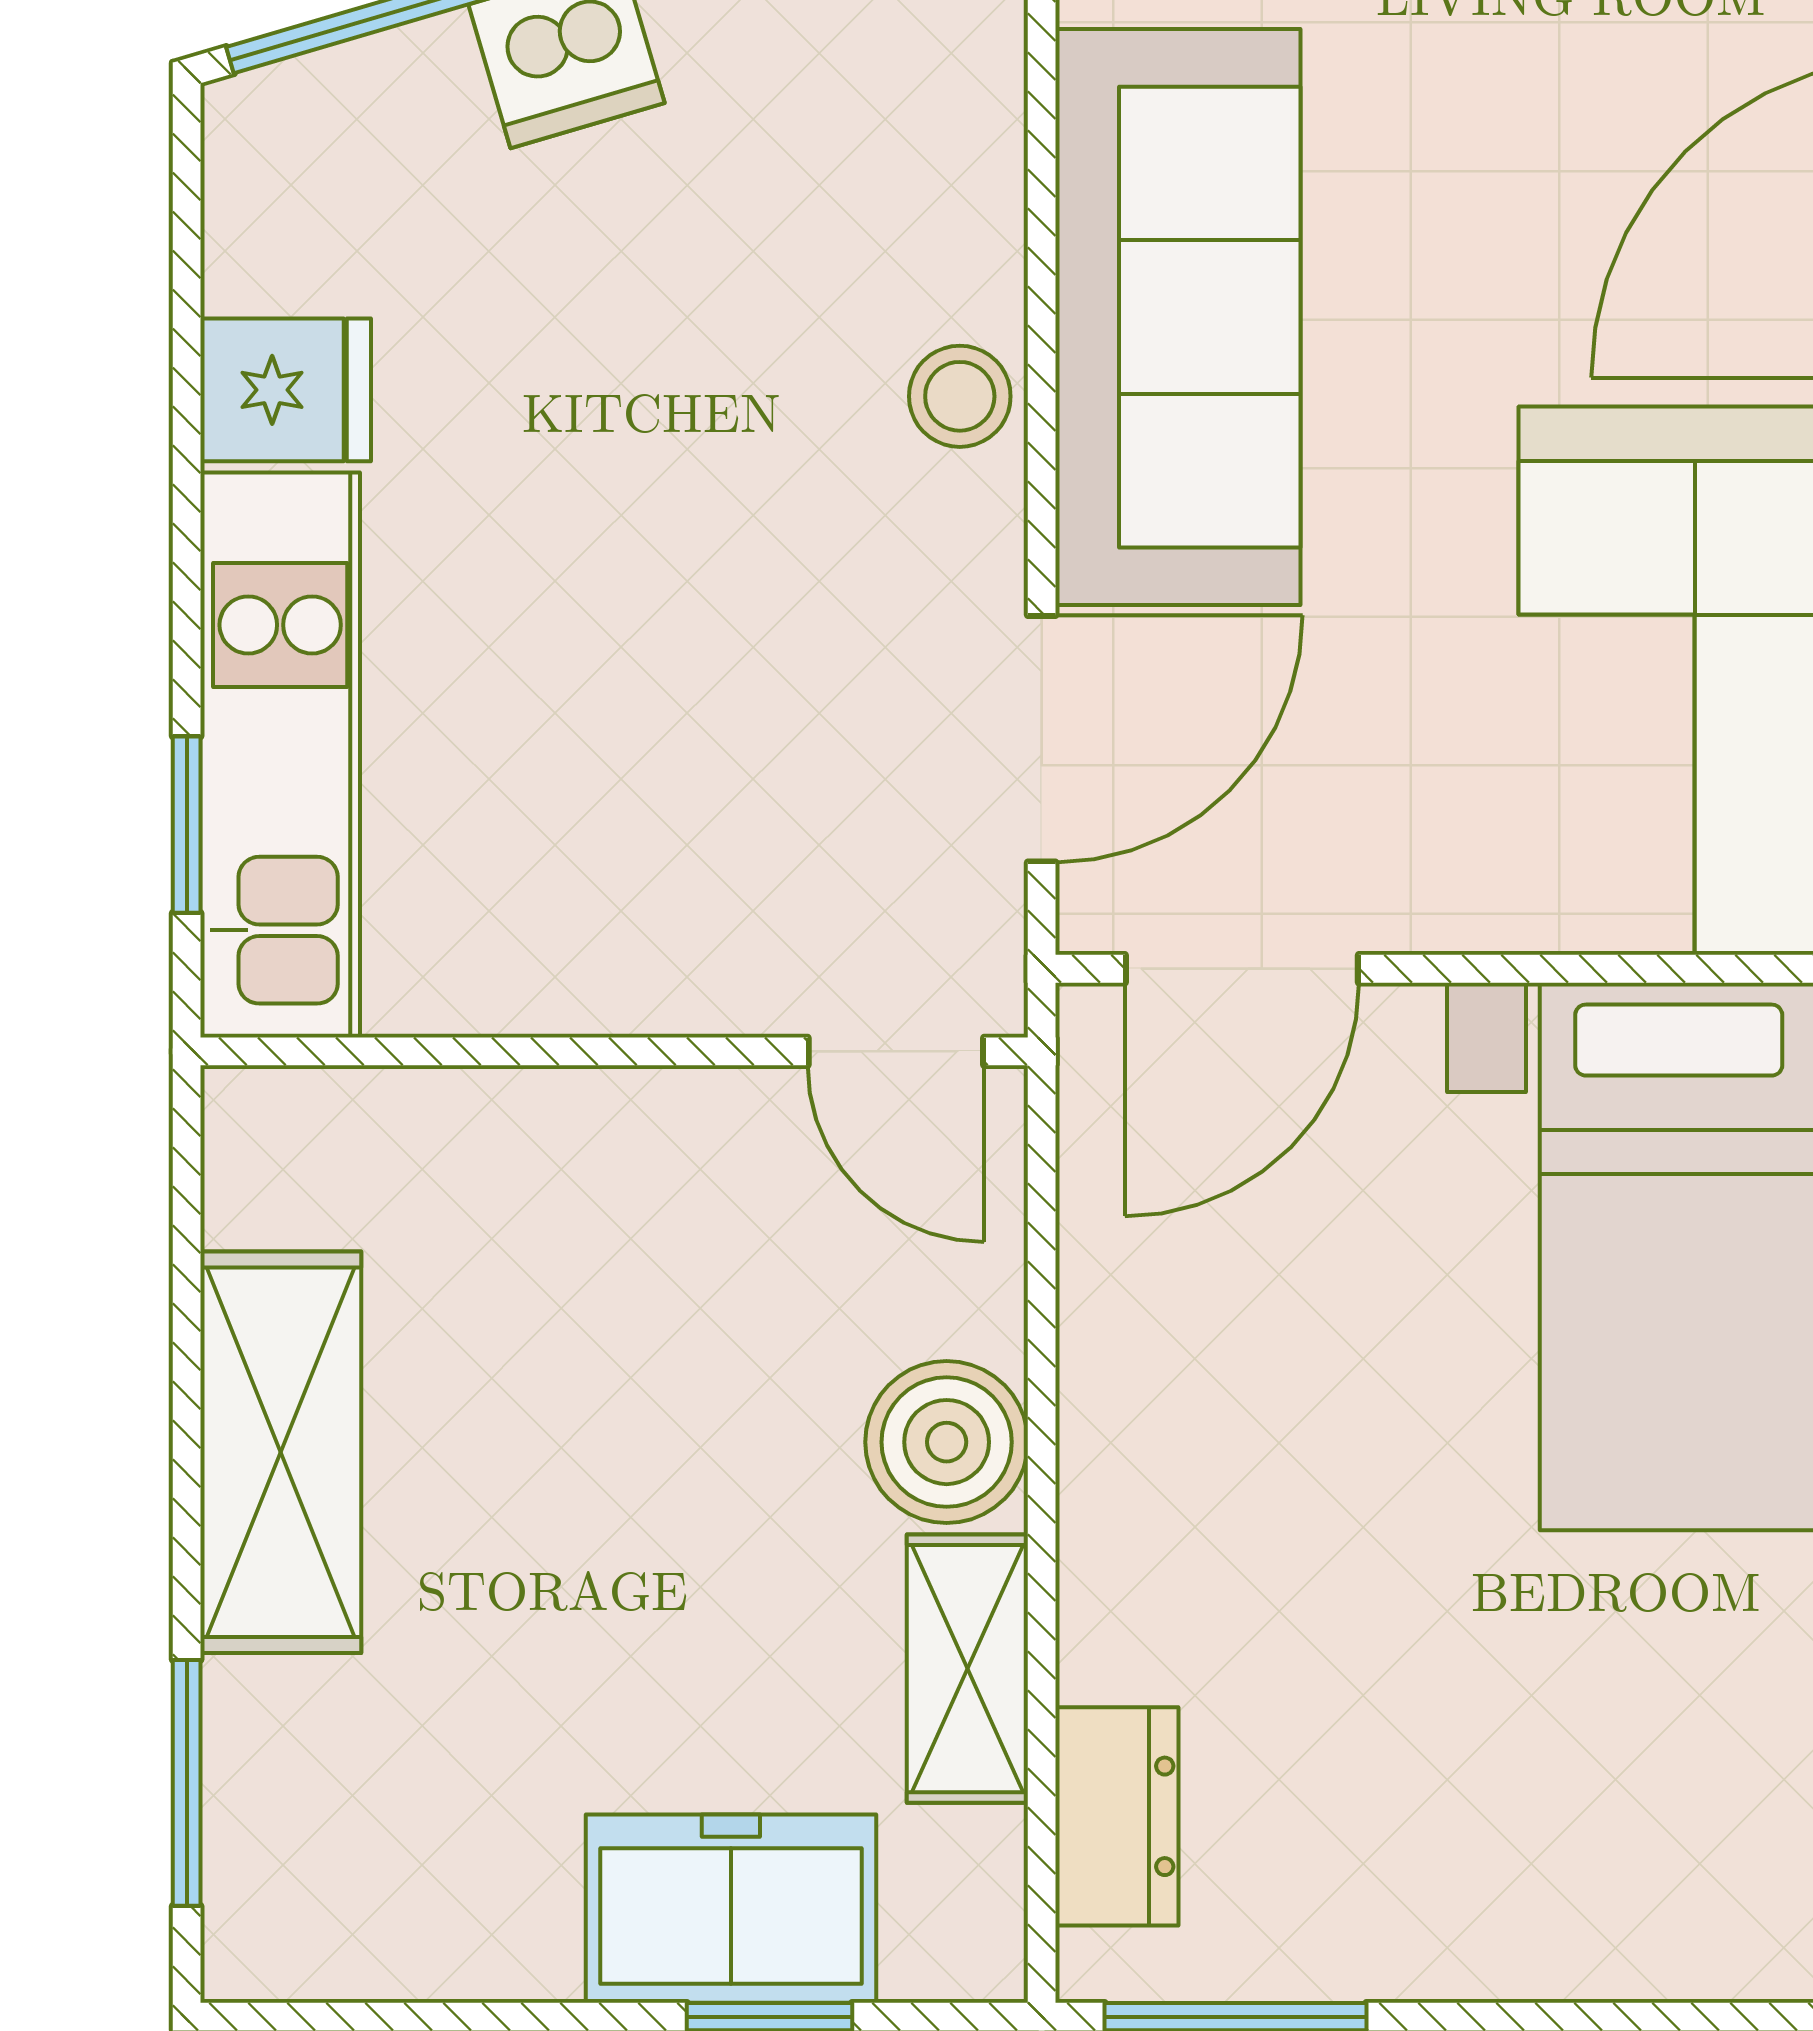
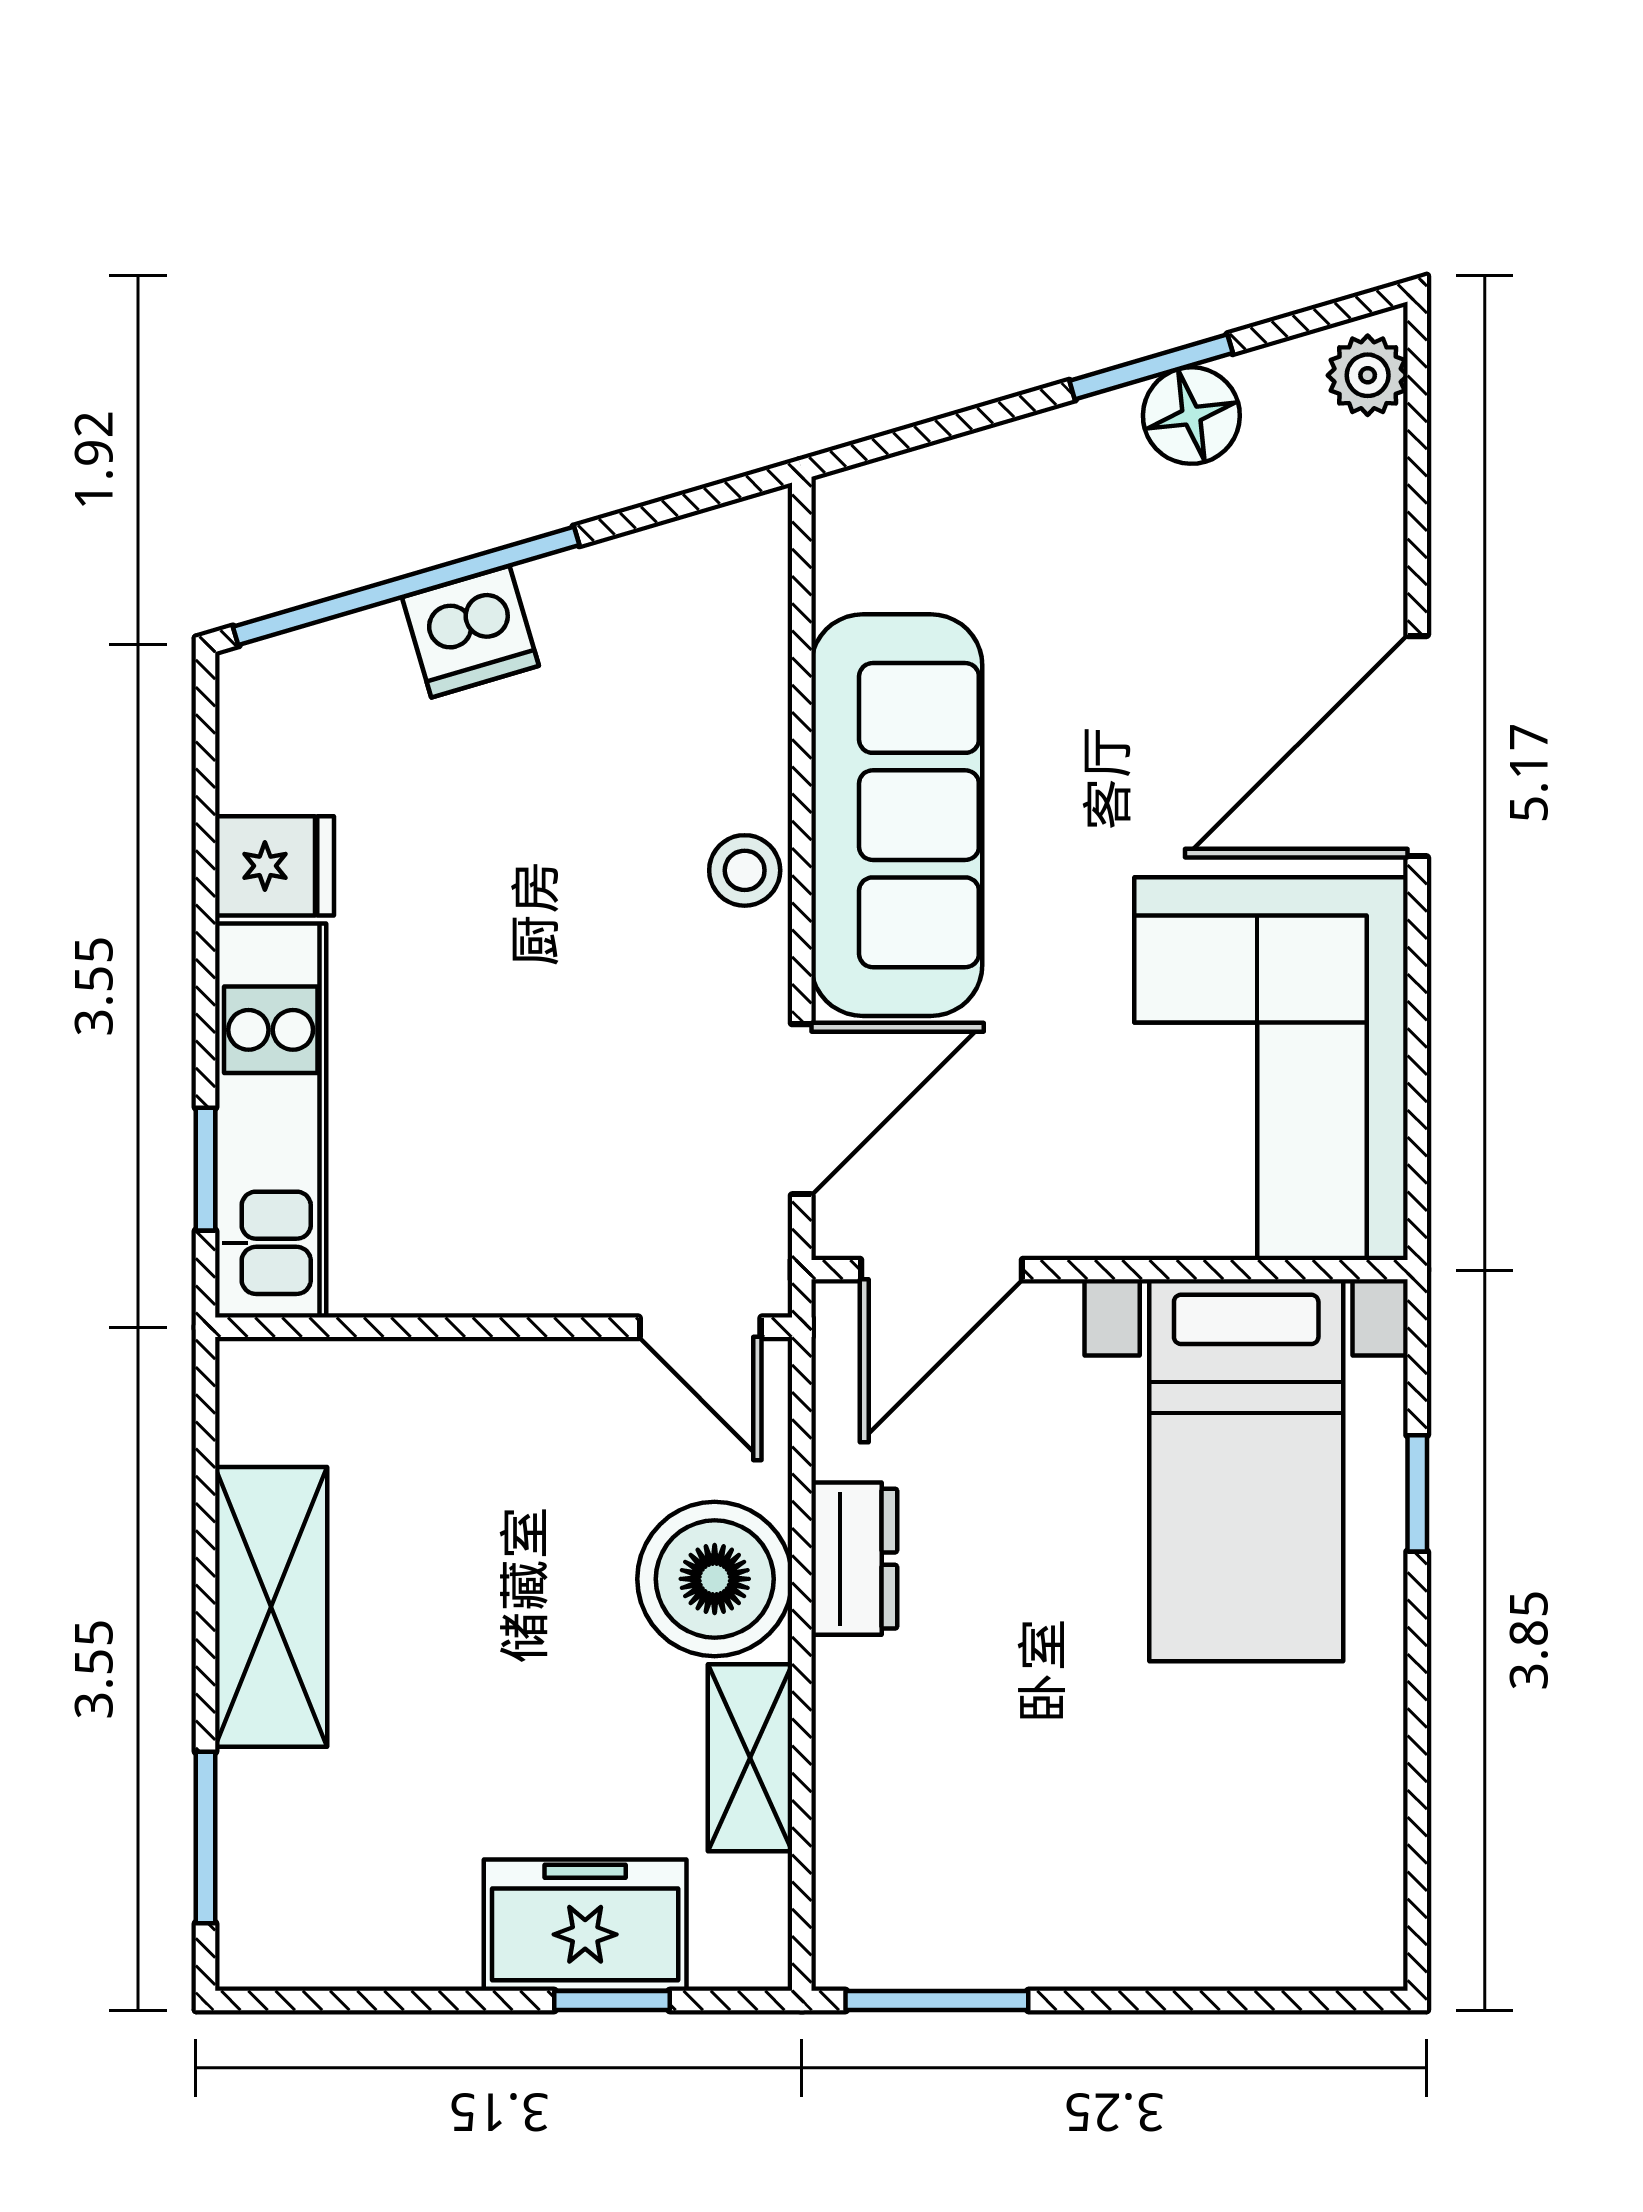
boiler: (947, 1442) -> (715, 1579), width x1.37, depth x1.37
dresser: (1117, 1816) -> (854, 1559), moved

